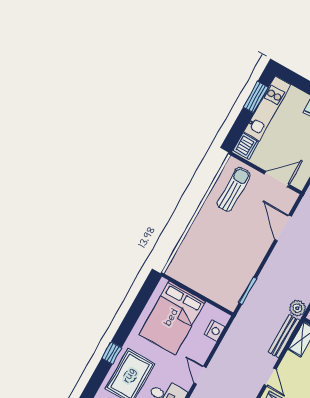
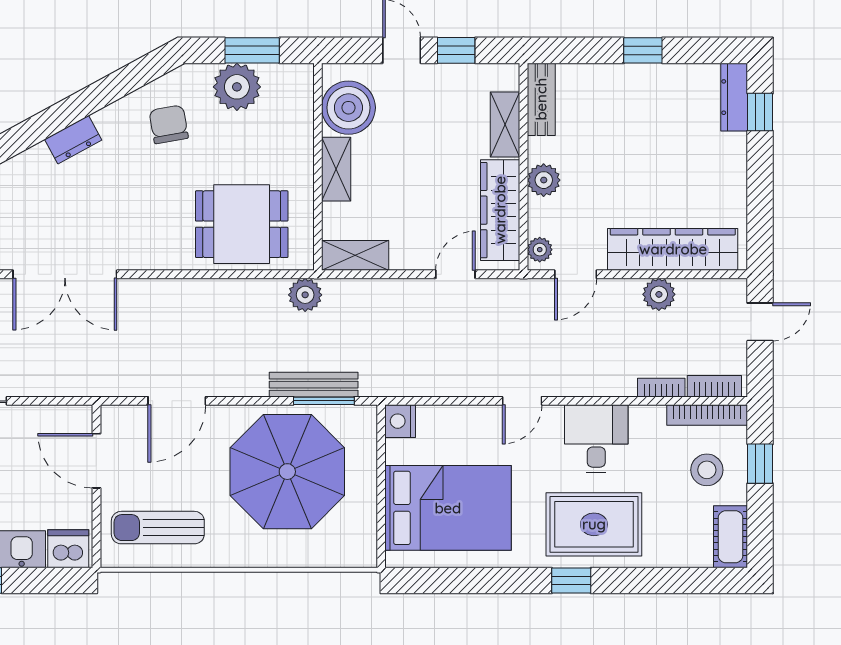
parasol: (226, 258) -> (287, 472), added
nightstand: (215, 331) -> (400, 421), moved, turned -90
bench: (284, 336) -> (314, 385), moved

